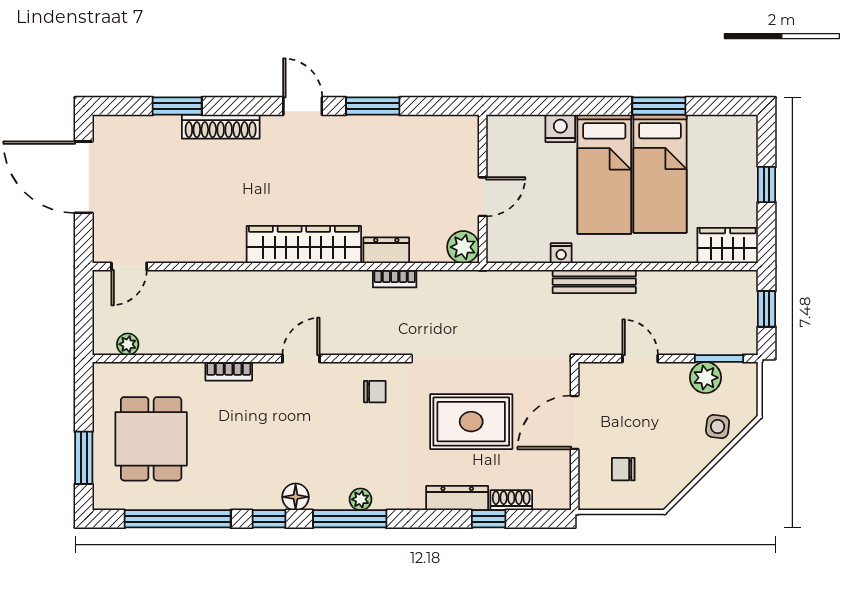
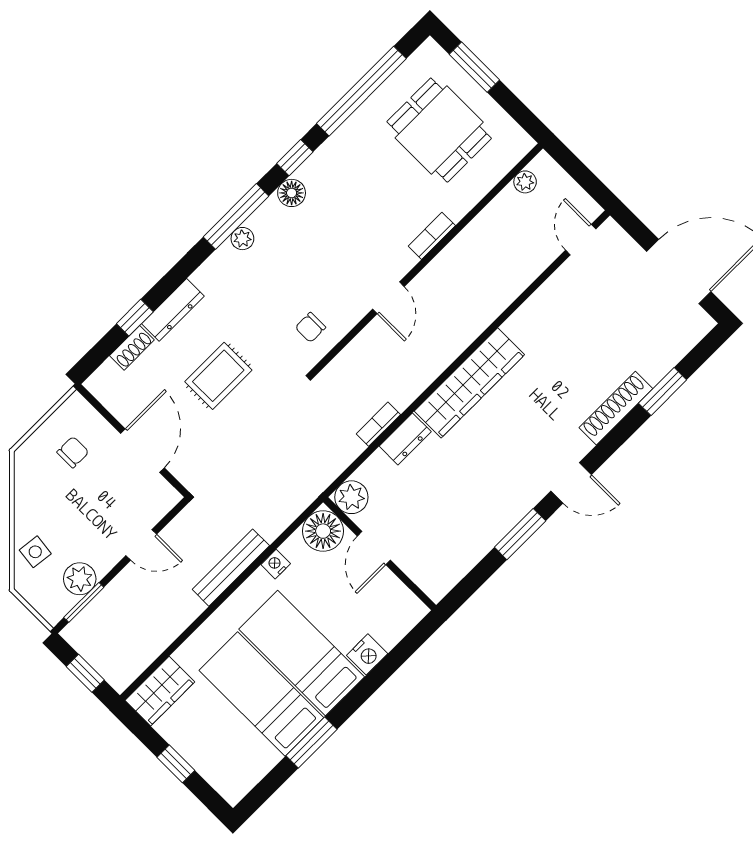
floor lamp: (506, 243) -> (323, 531), added
rug: (471, 422) -> (218, 376), width x0.73, depth x0.70

